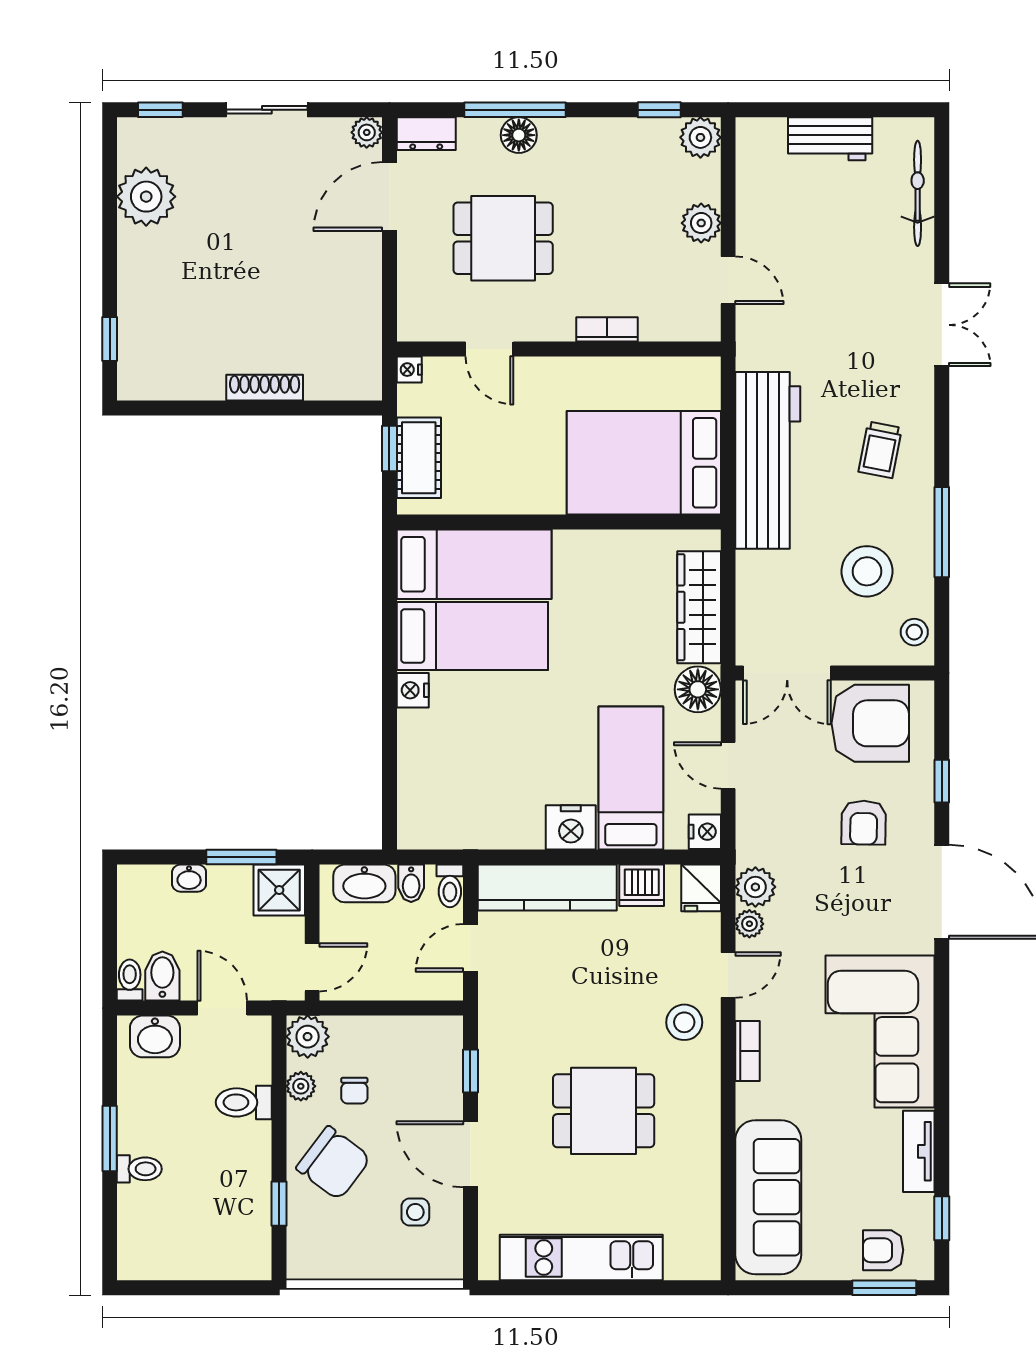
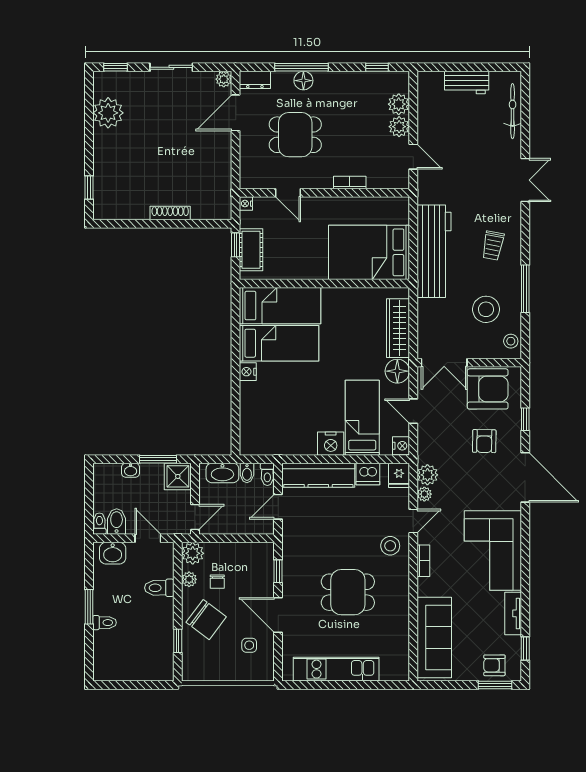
plant: (700, 137) -> (399, 104), moved

